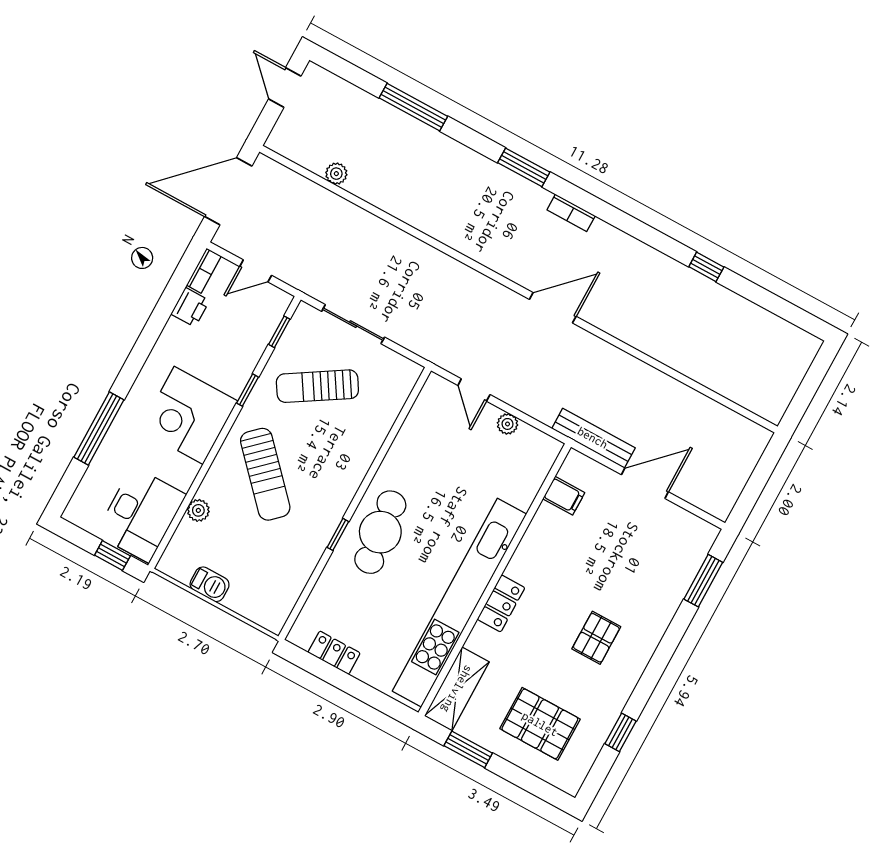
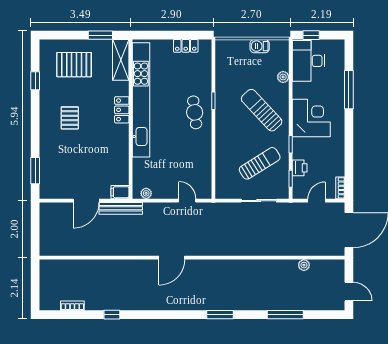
bookcase: (571, 213) -> (72, 306), moved
printer: (190, 307) -> (300, 168), moved, turned 180
plant: (508, 424) -> (146, 193), moved
filing cabinet: (564, 496) -> (120, 192), moved
cafe table: (380, 532) -> (195, 112), width x0.73, depth x0.74

